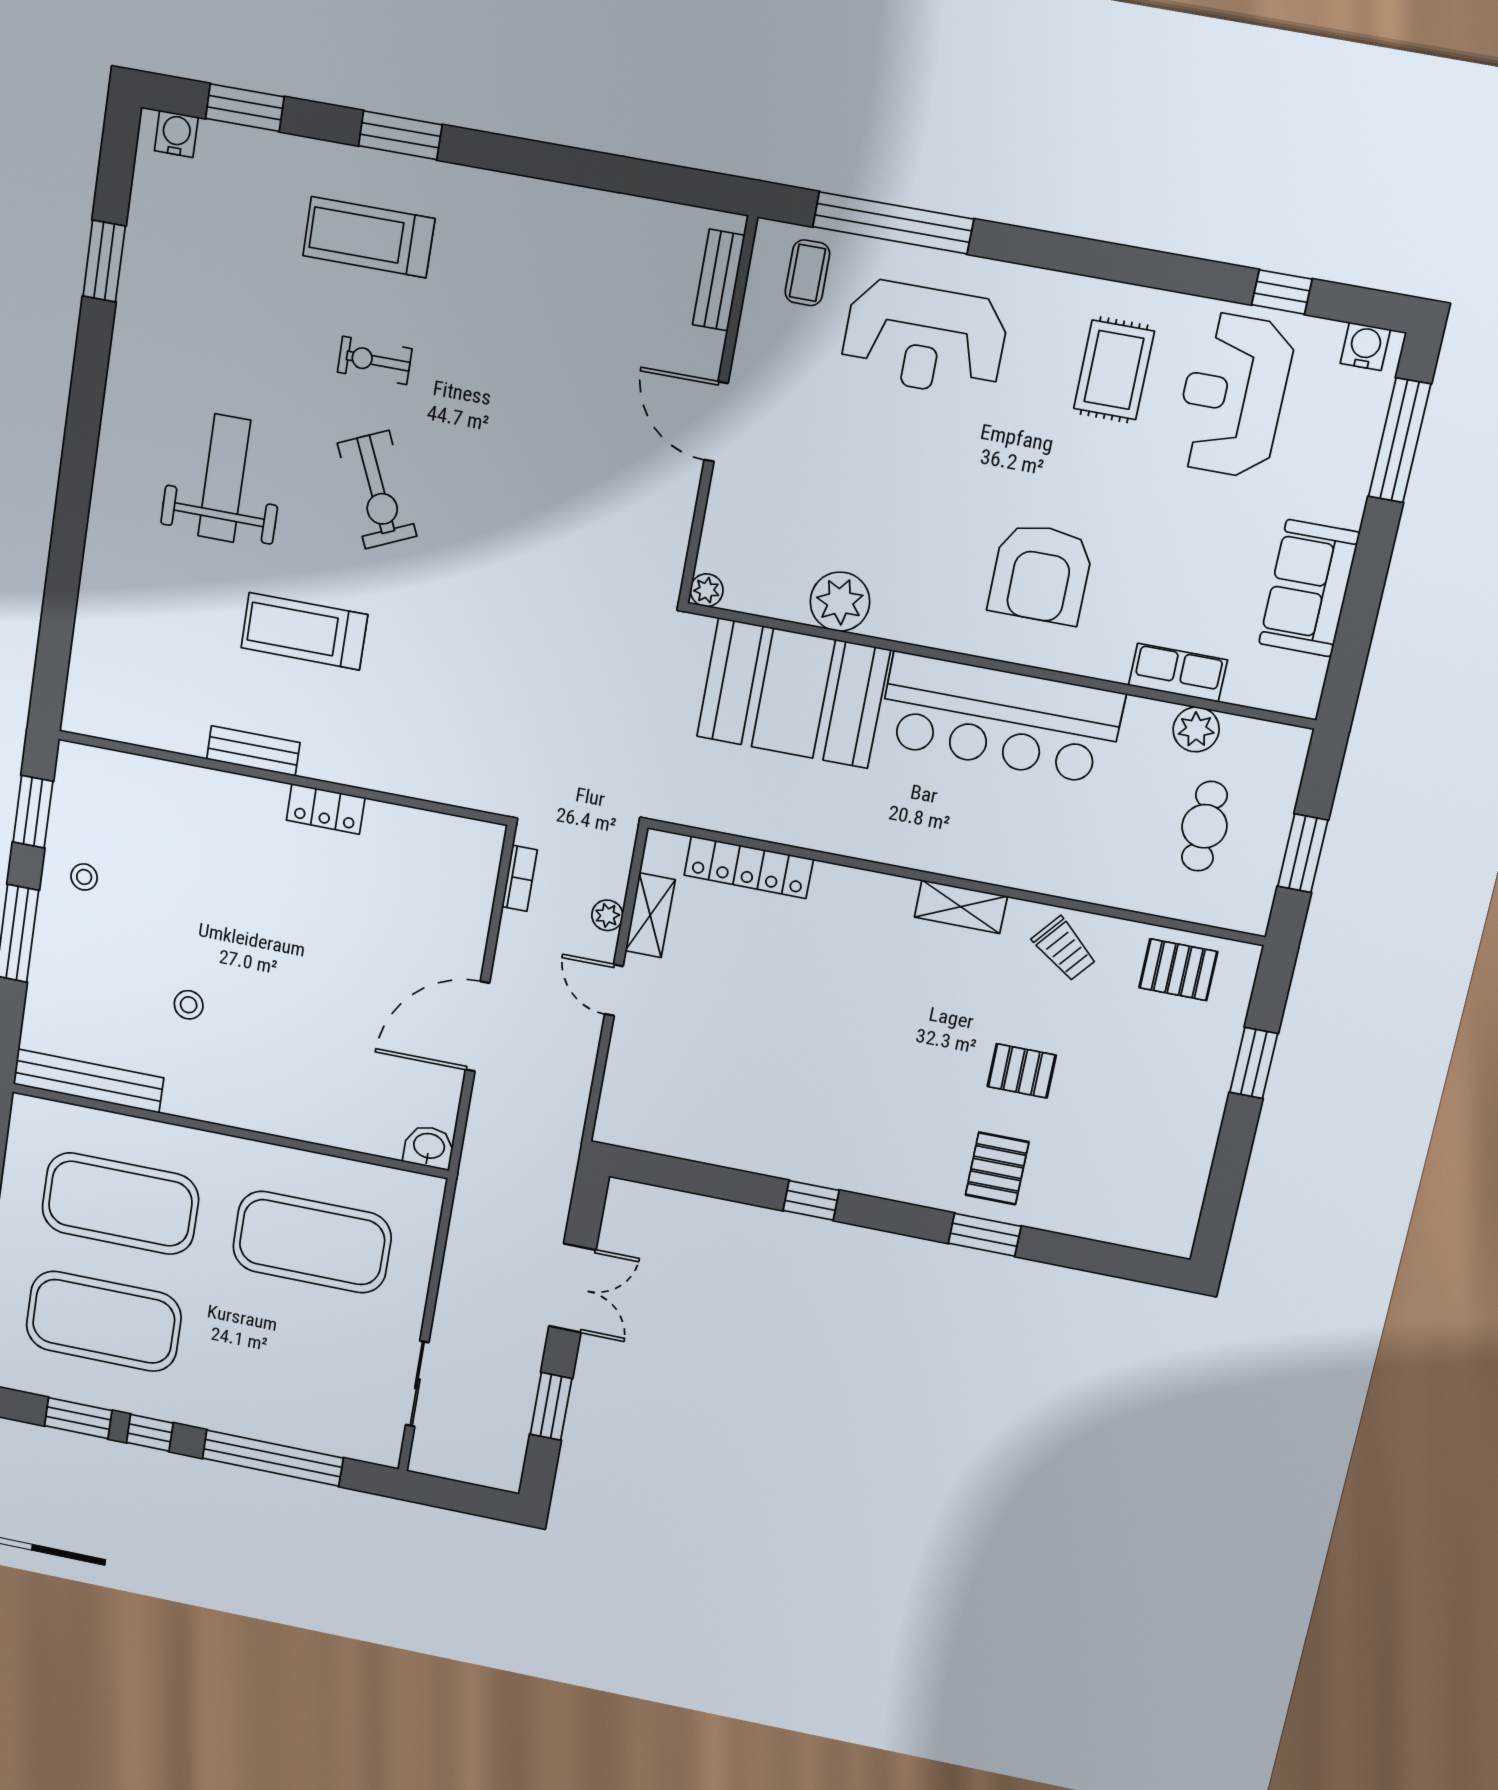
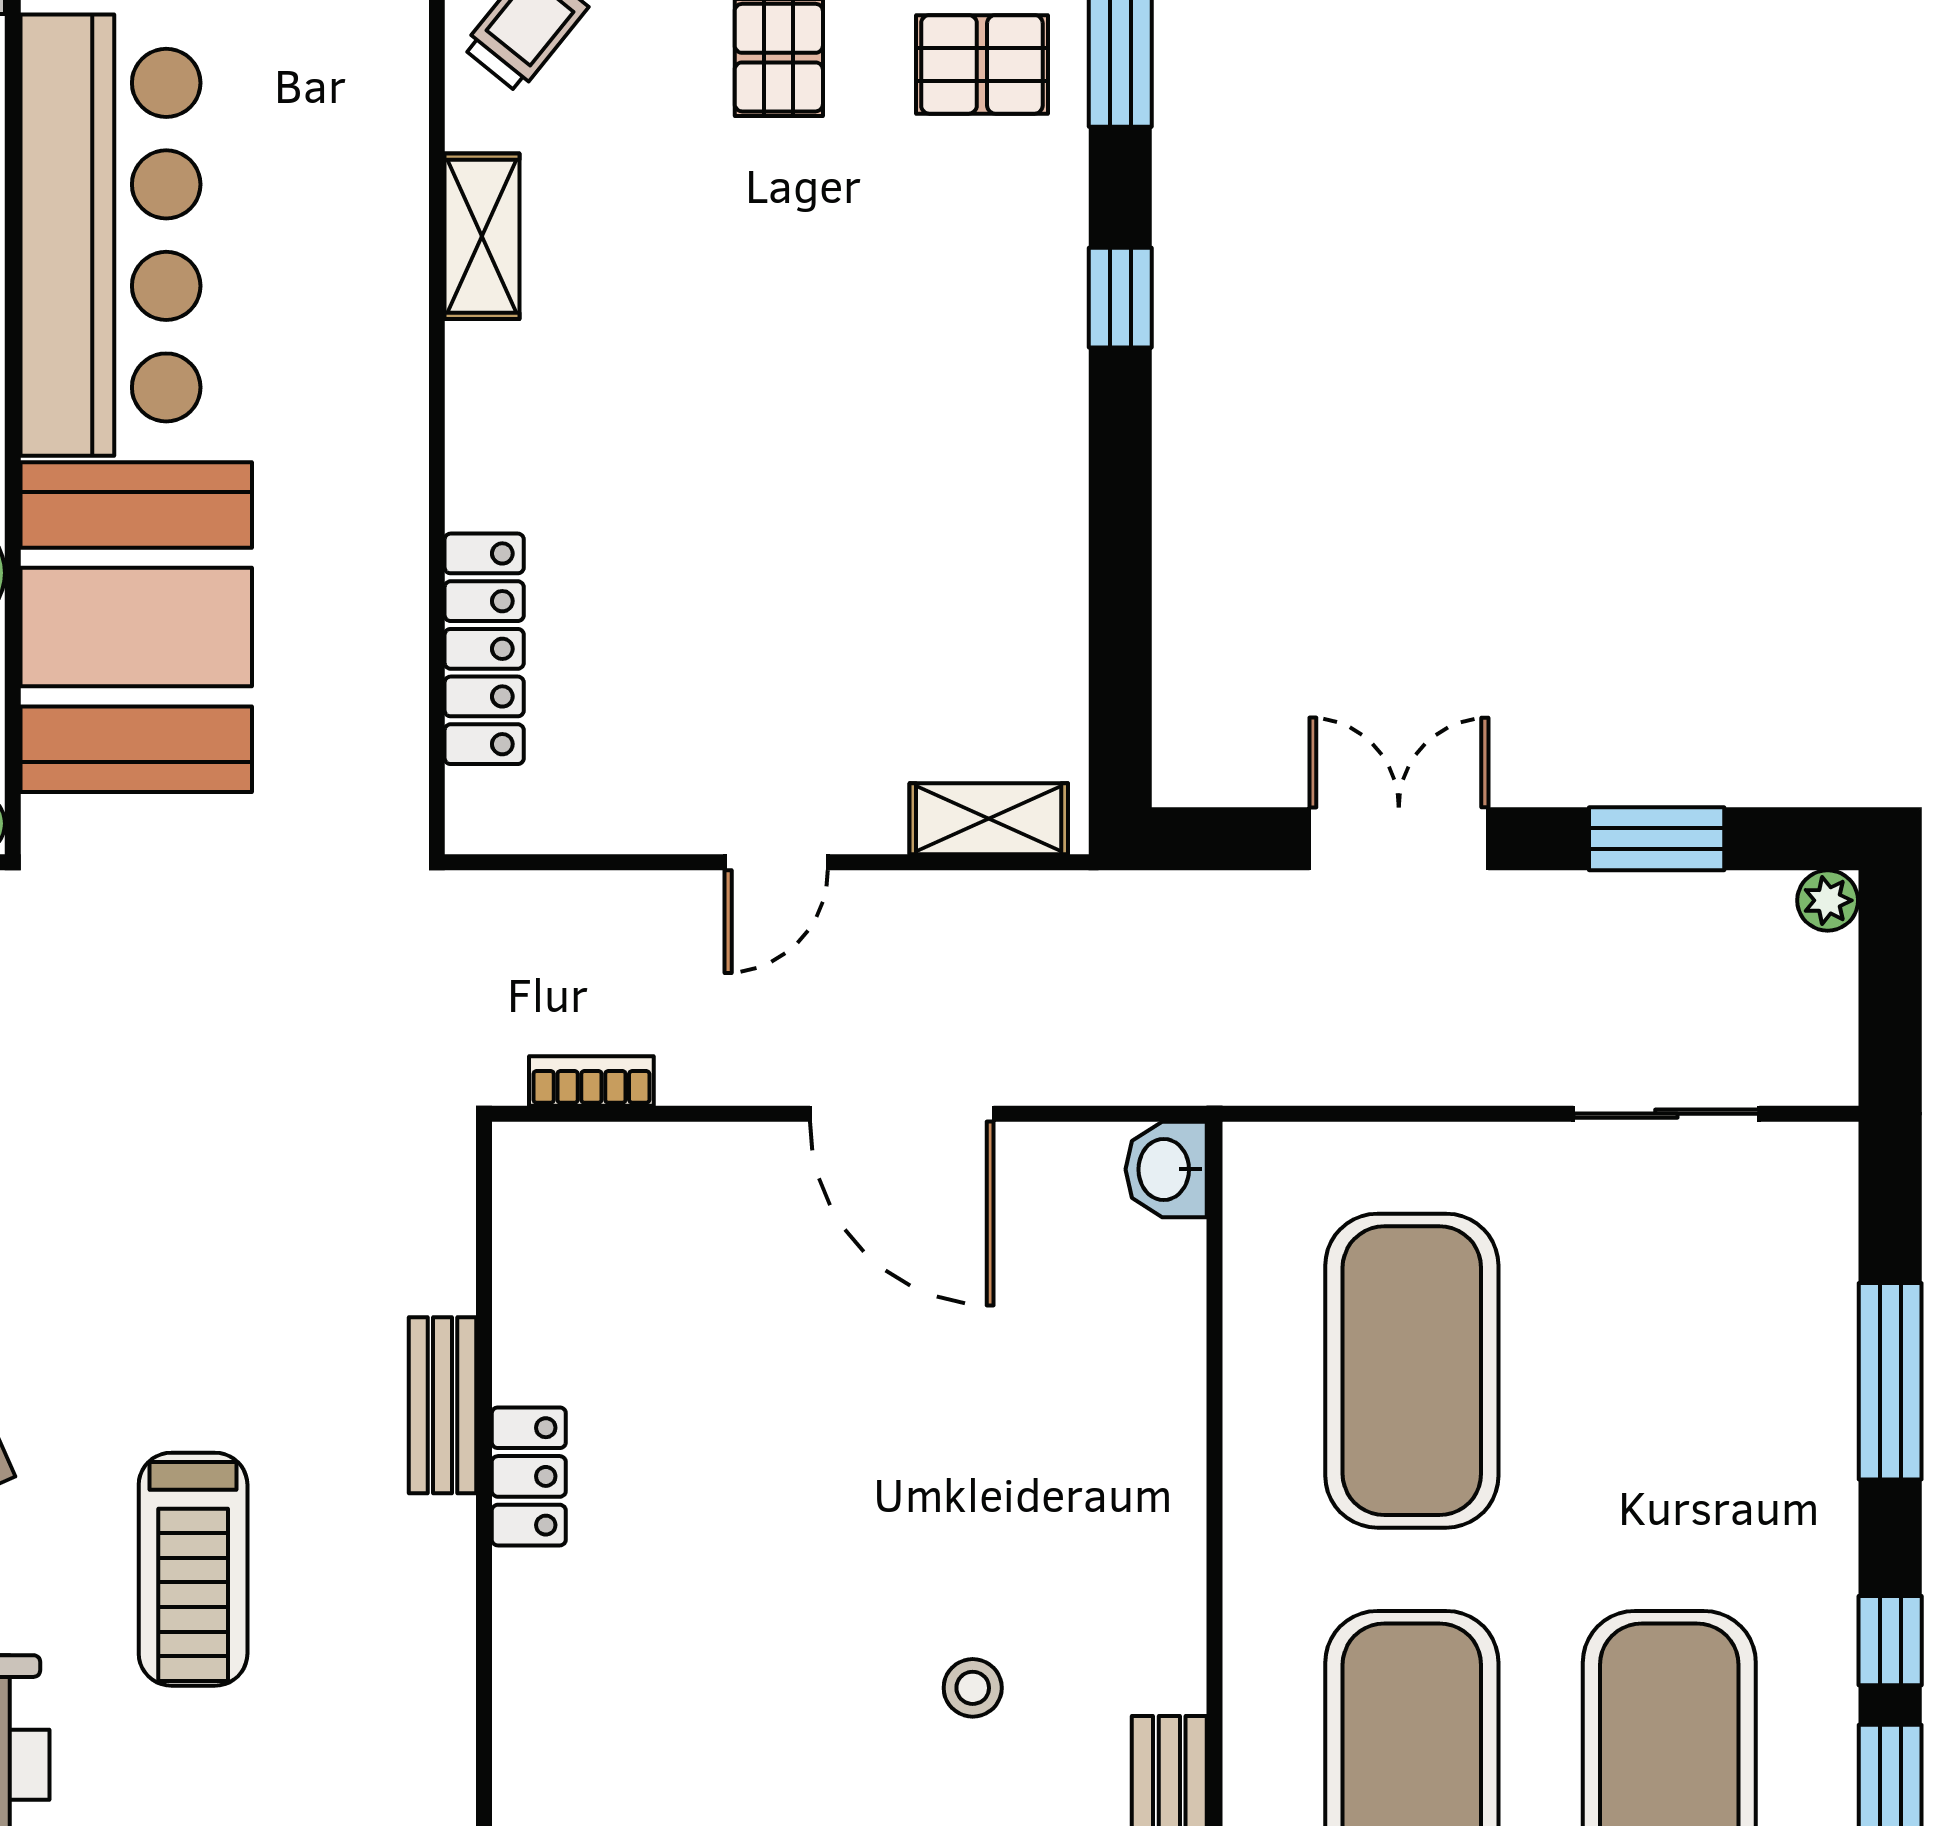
bench: (253, 751) -> (442, 1405), moved
plant: (607, 915) -> (1828, 900), moved
shelving: (650, 915) -> (989, 819), moved
window: (811, 1200) -> (1120, 298), moved
window: (273, 1458) -> (1890, 1381), width x0.68

